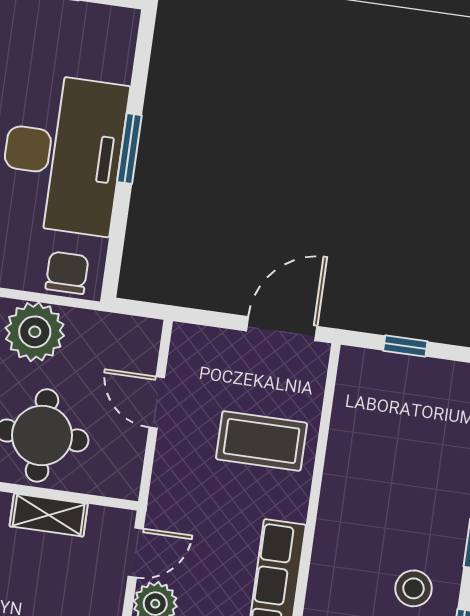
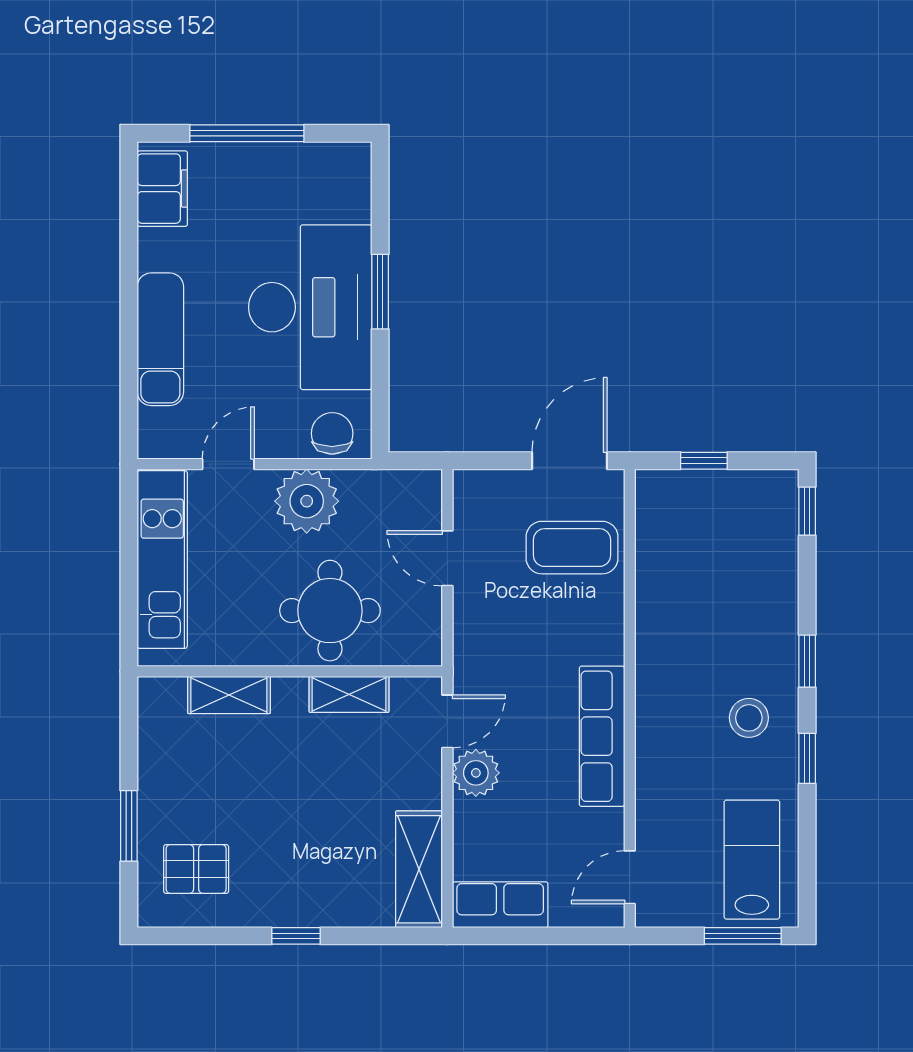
coffee table: (262, 441) -> (572, 548), moved

